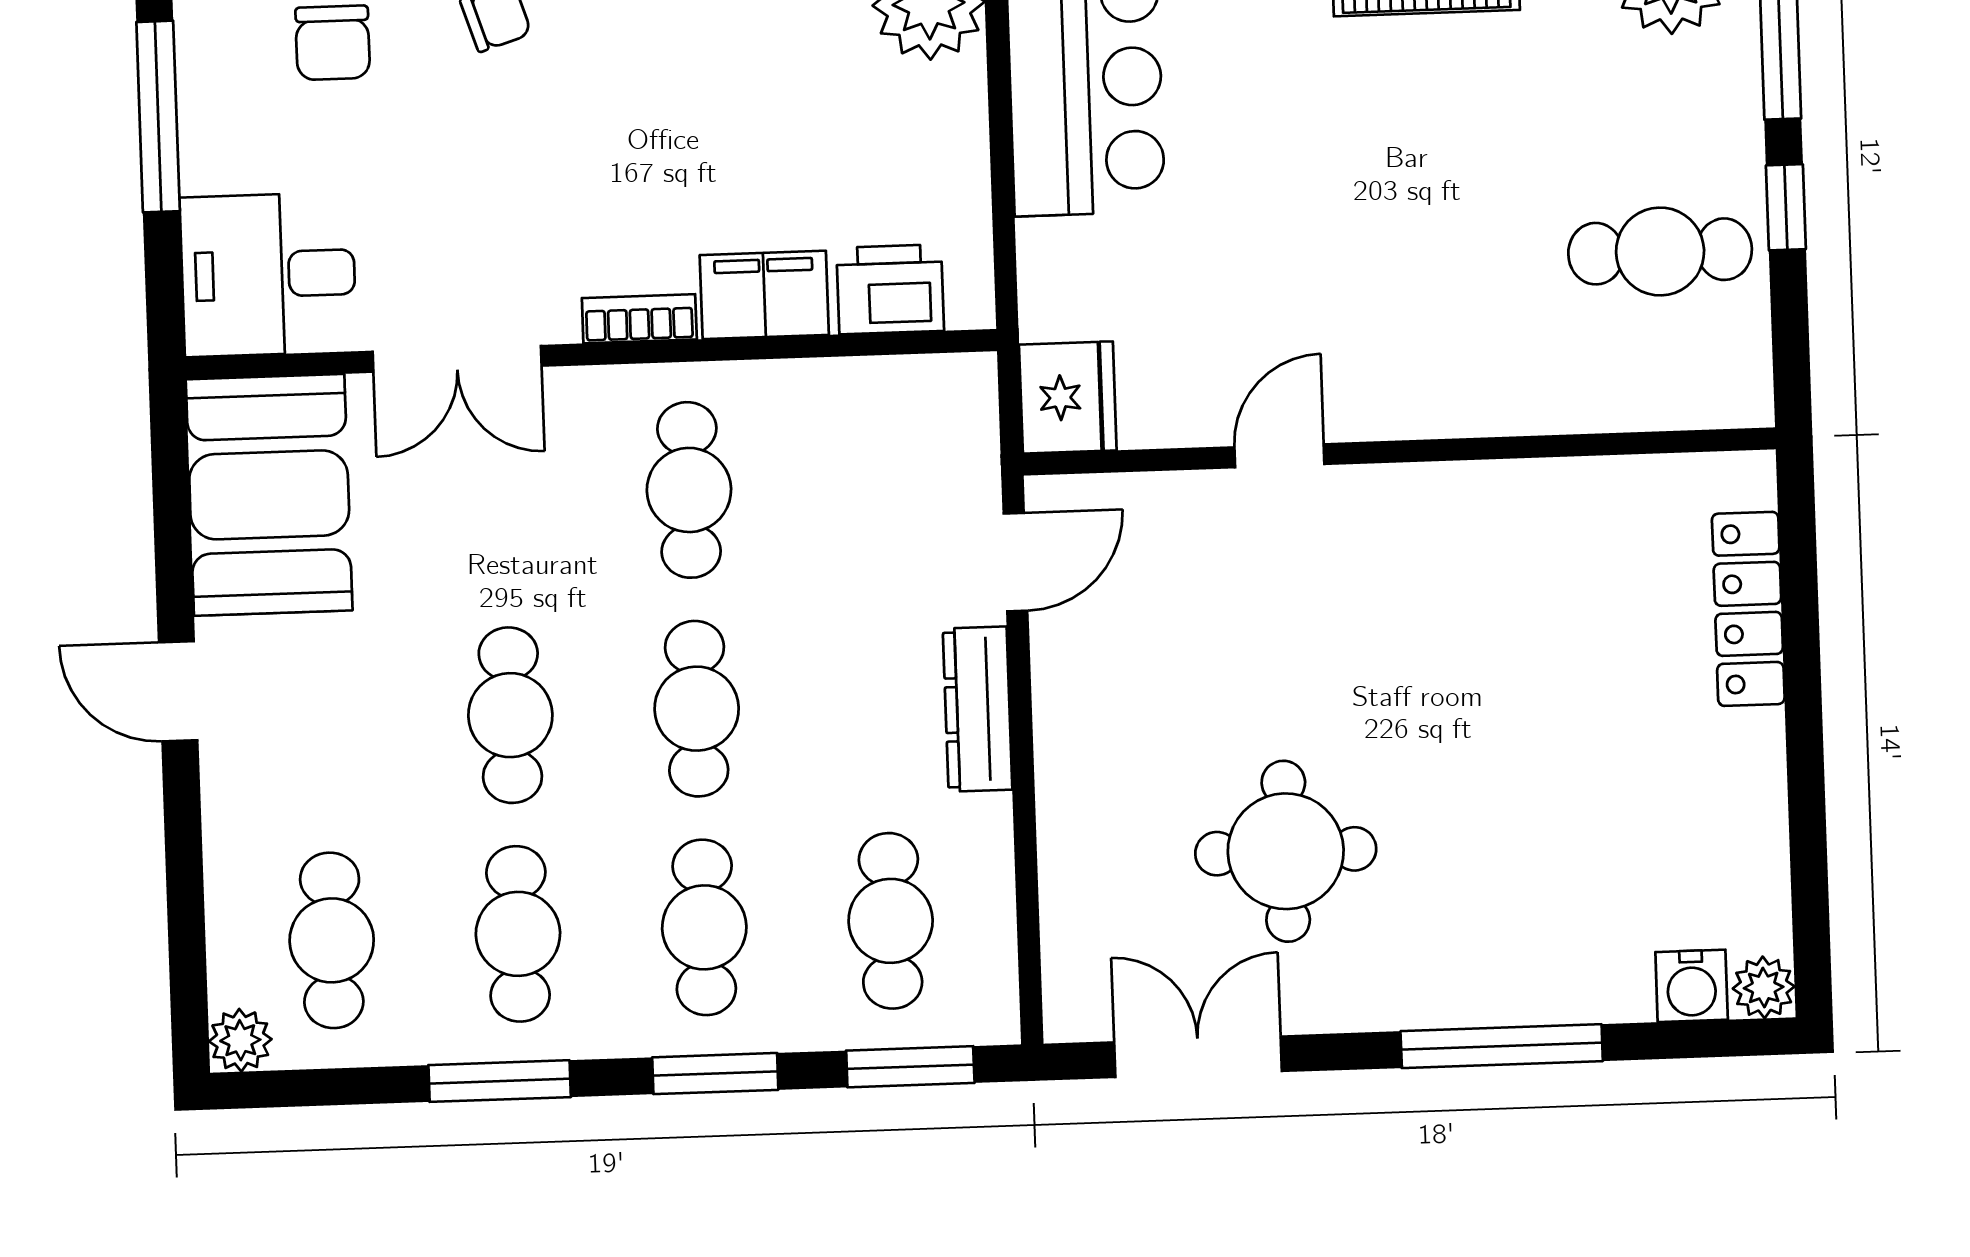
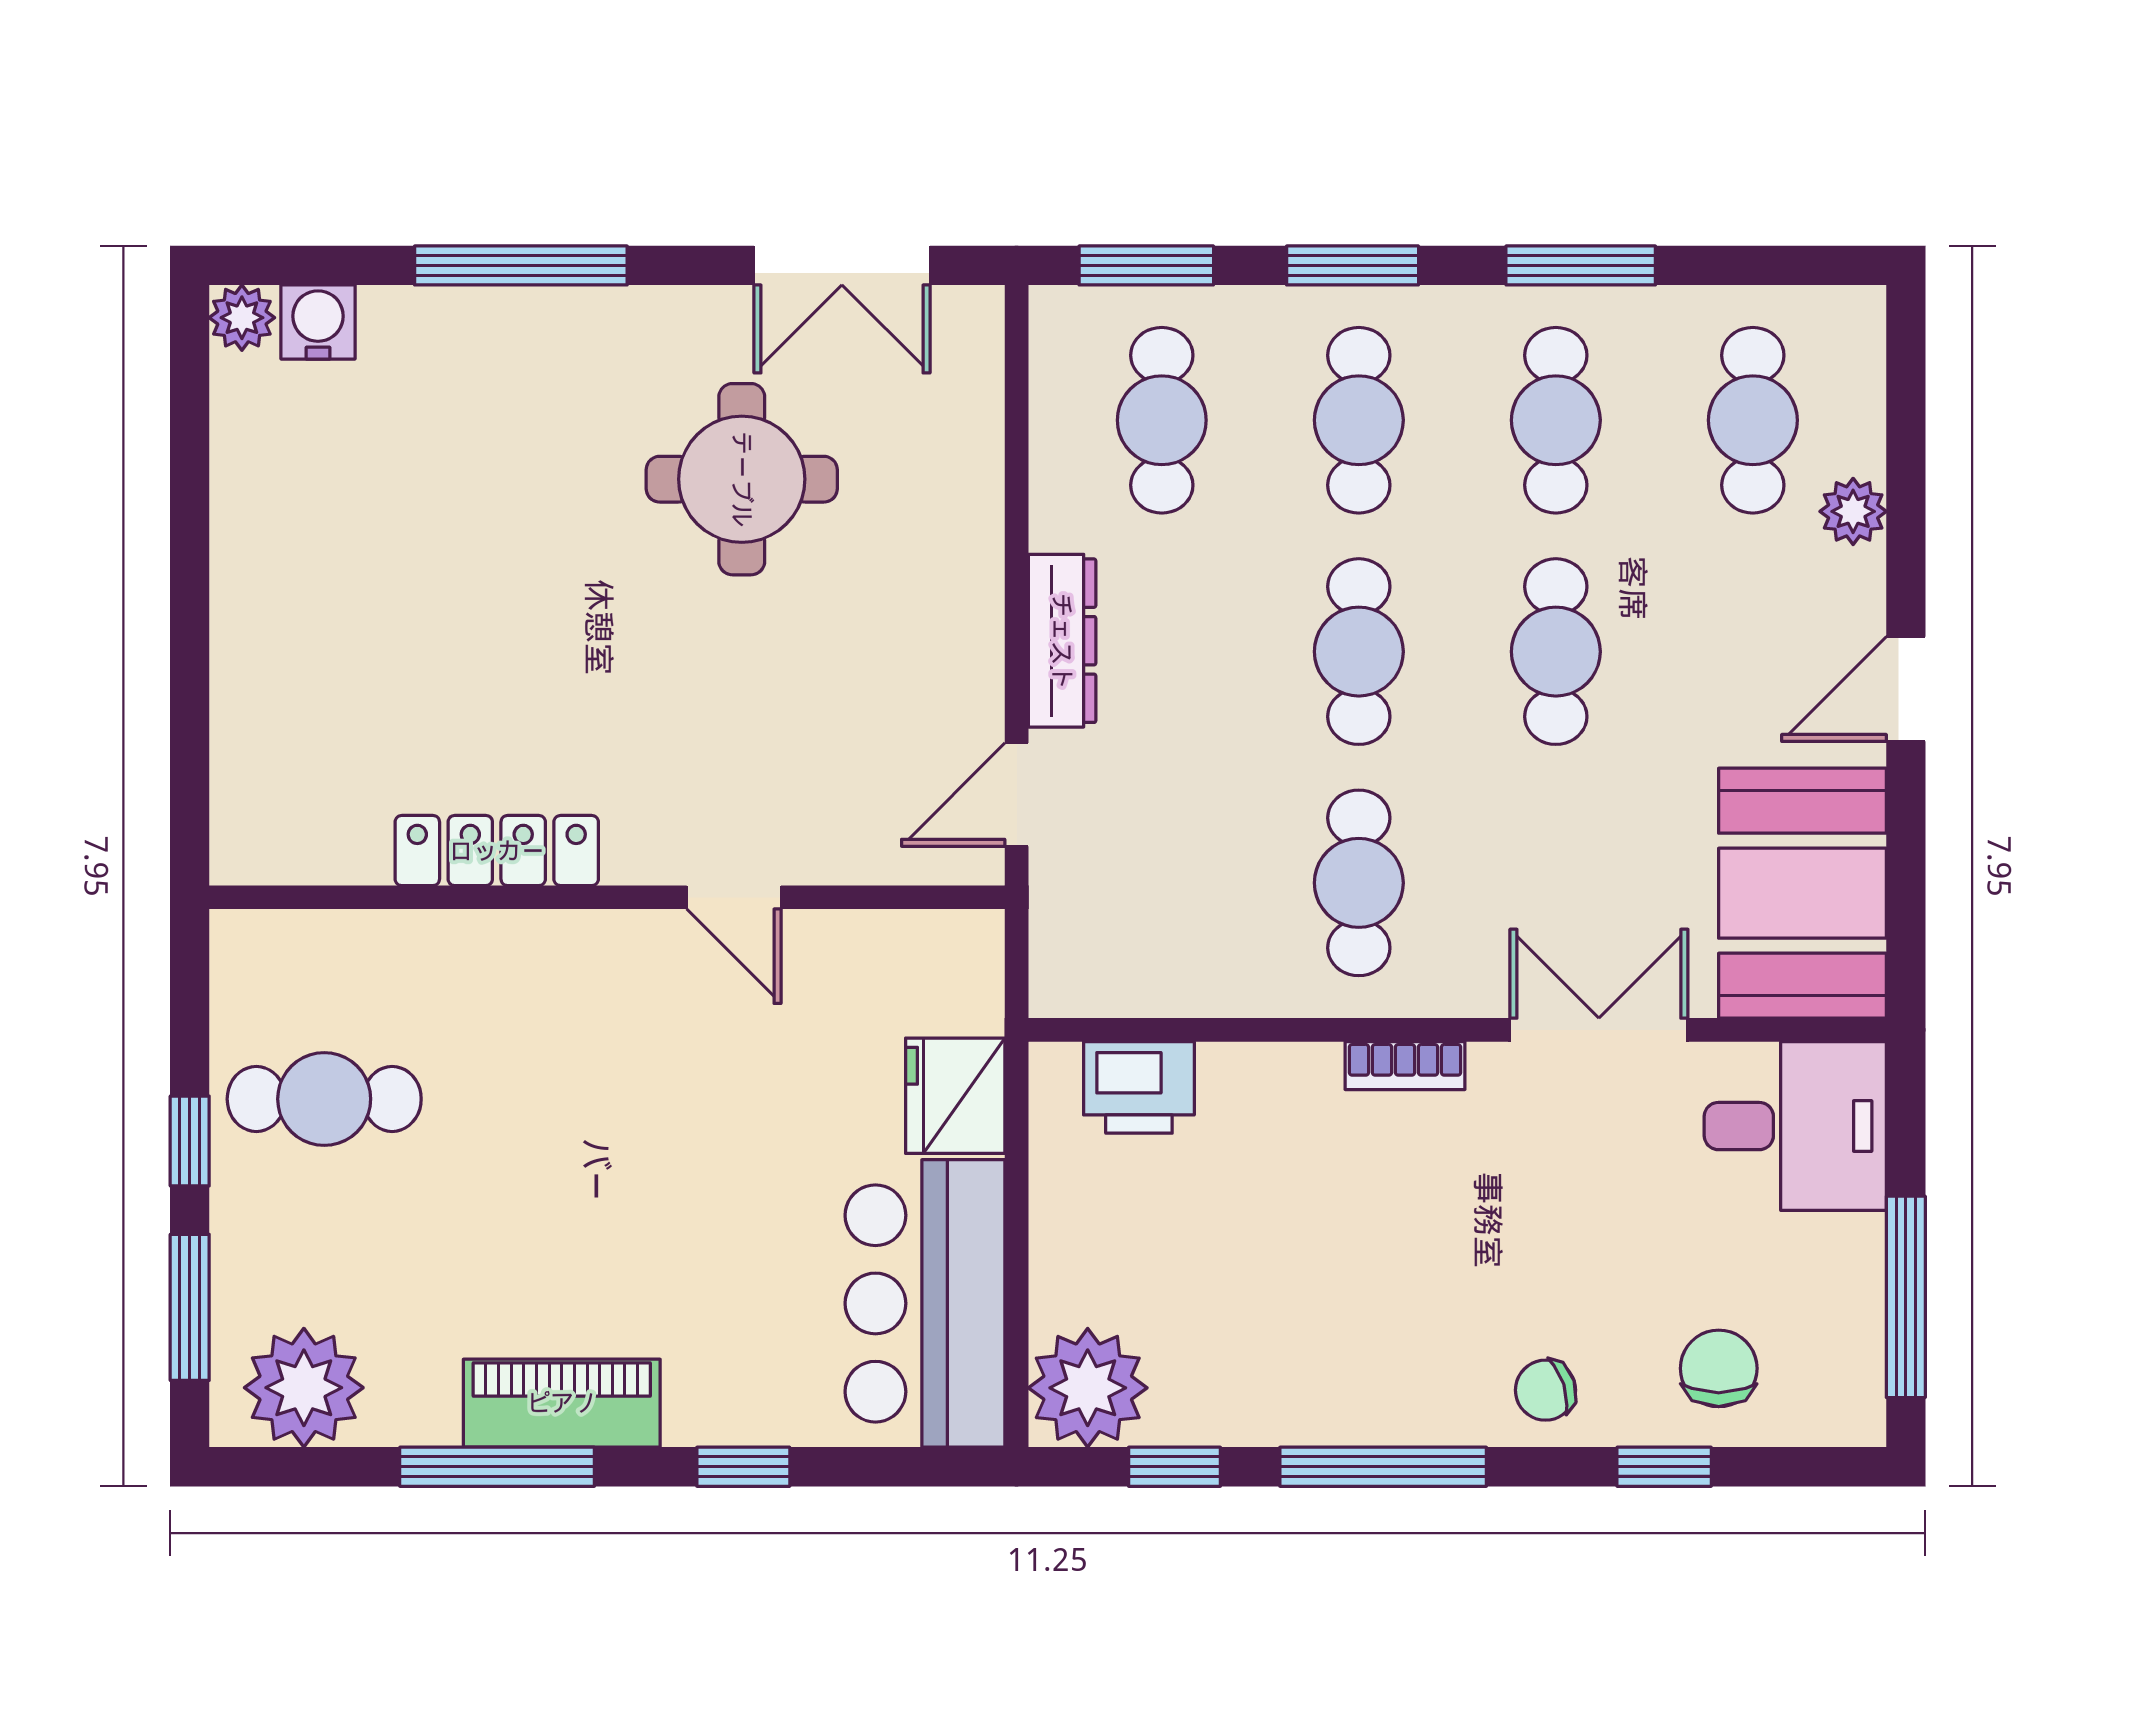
filing cabinet: (764, 295) -> (1272, 1086), removed
fridge: (1068, 397) -> (955, 1096), moved
door: (1279, 456) -> (734, 897), hinge flipped
locker: (1748, 609) -> (497, 851), moved, turned -90
door: (178, 691) -> (1906, 689), swing flipped
plant: (240, 1040) -> (1853, 511), moved

